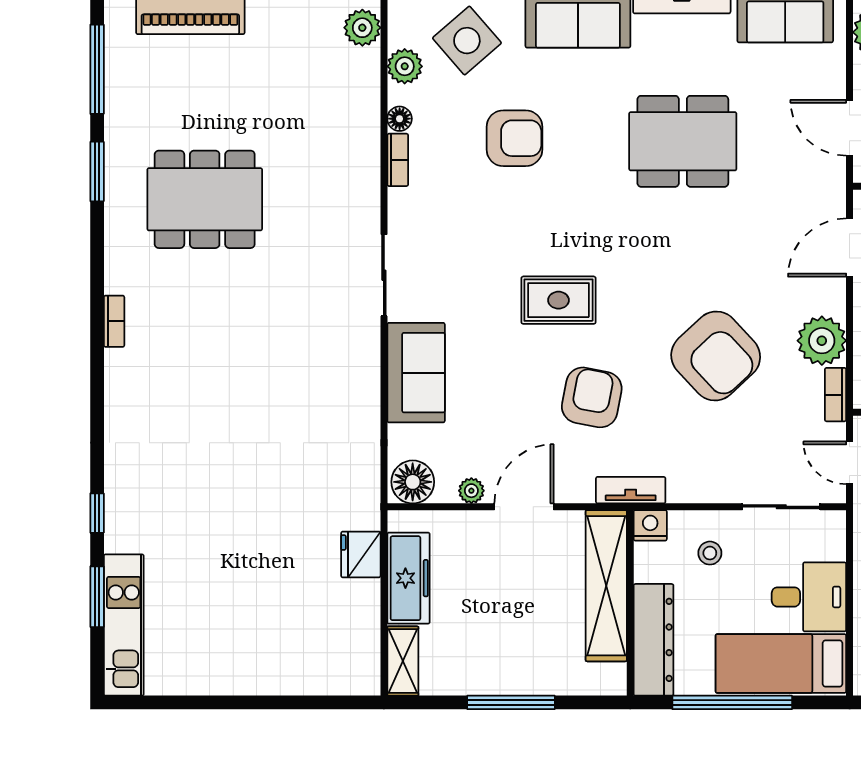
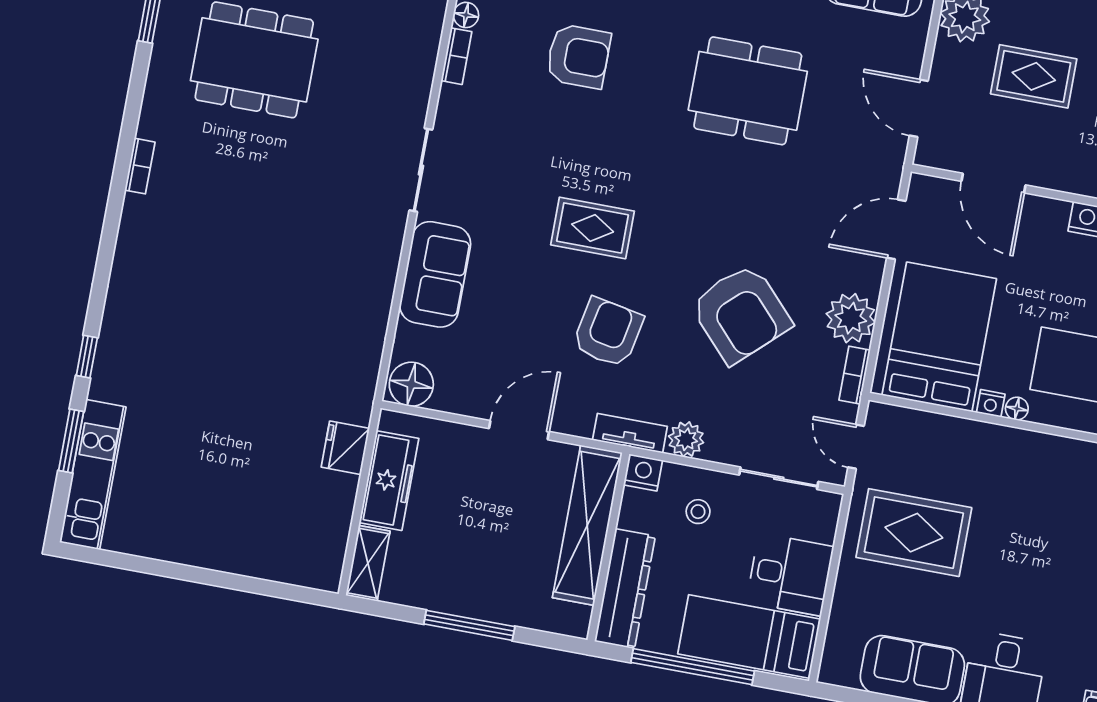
plant: (471, 491) -> (686, 439), moved, width x1.38, depth x1.38

